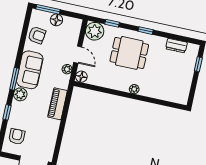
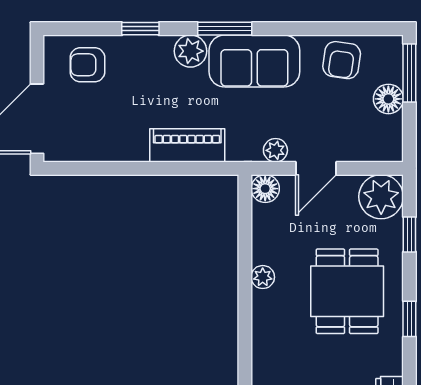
plant: (134, 89) -> (263, 277), moved
armchair: (17, 136) -> (87, 65), turned 180

